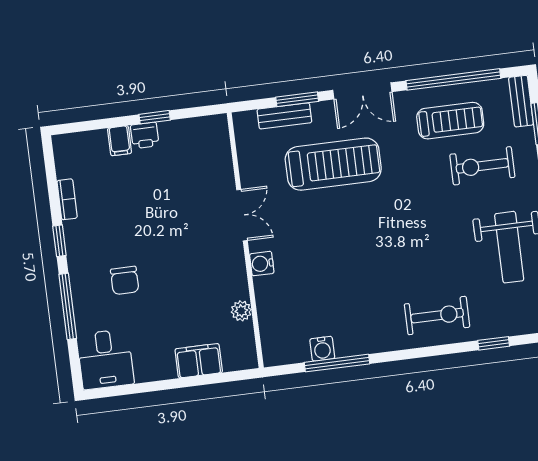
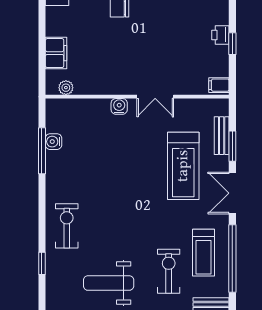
filing cabinet: (120, 141) -> (219, 85), moved
plant: (241, 311) -> (66, 88), moved
exercise bike: (437, 316) -> (67, 226), turned 180

